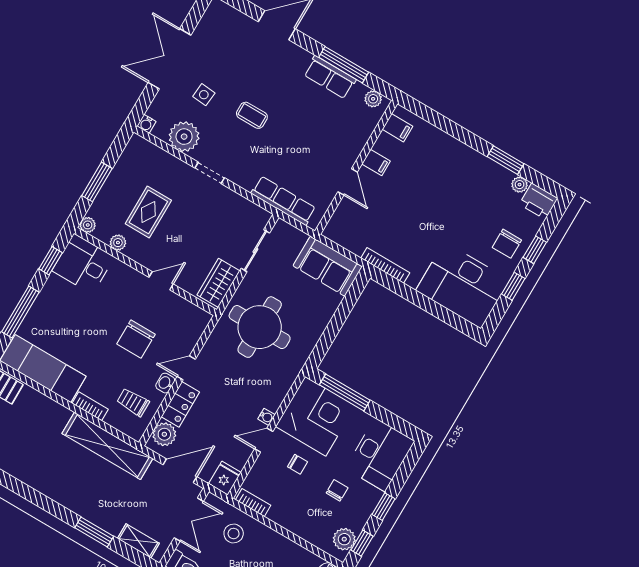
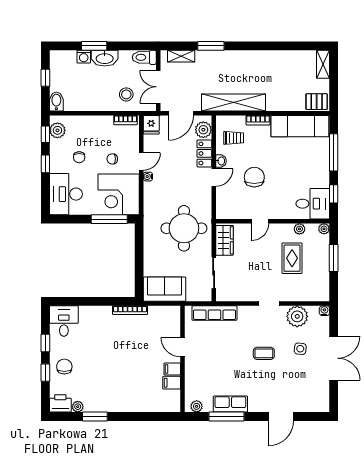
filing cabinet: (397, 128) -> (172, 383), moved
desk: (463, 285) -> (64, 321), width x0.53, depth x0.77

